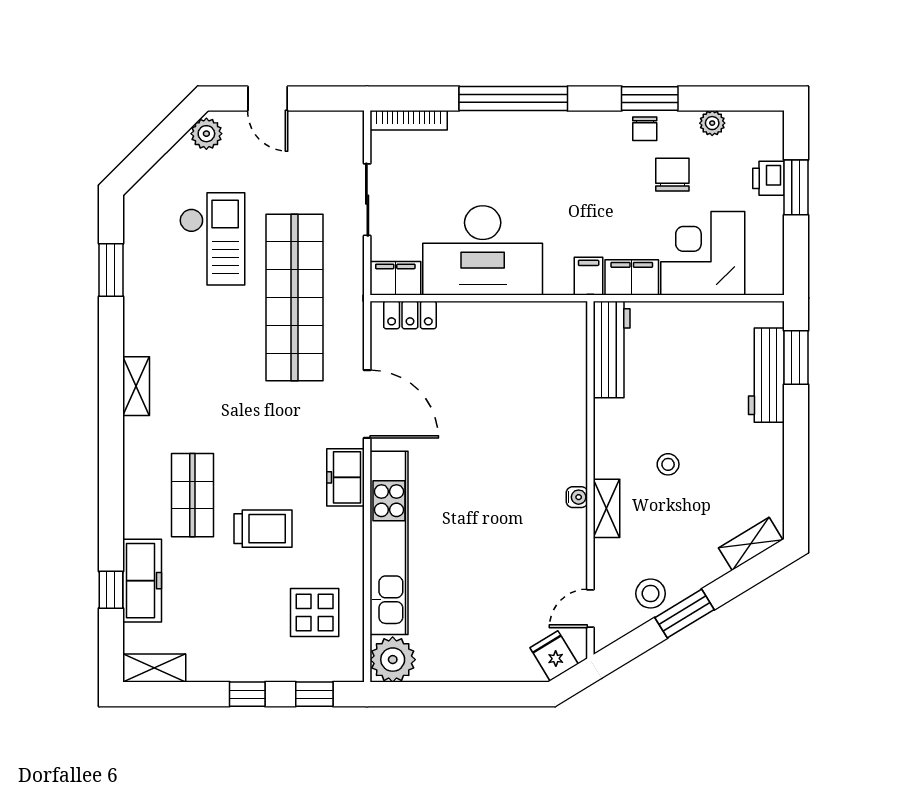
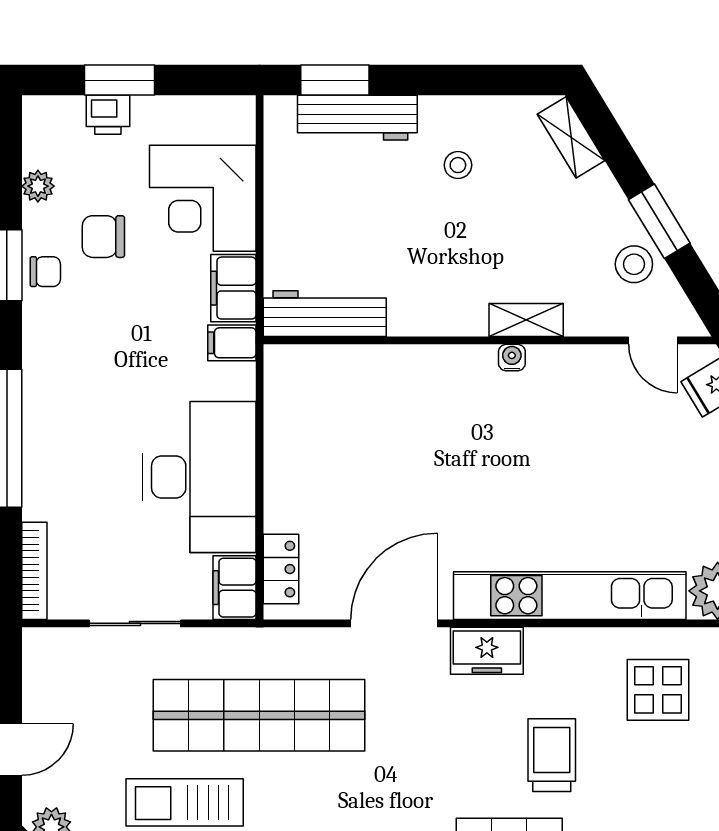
stool: (668, 464) -> (458, 165), moved

